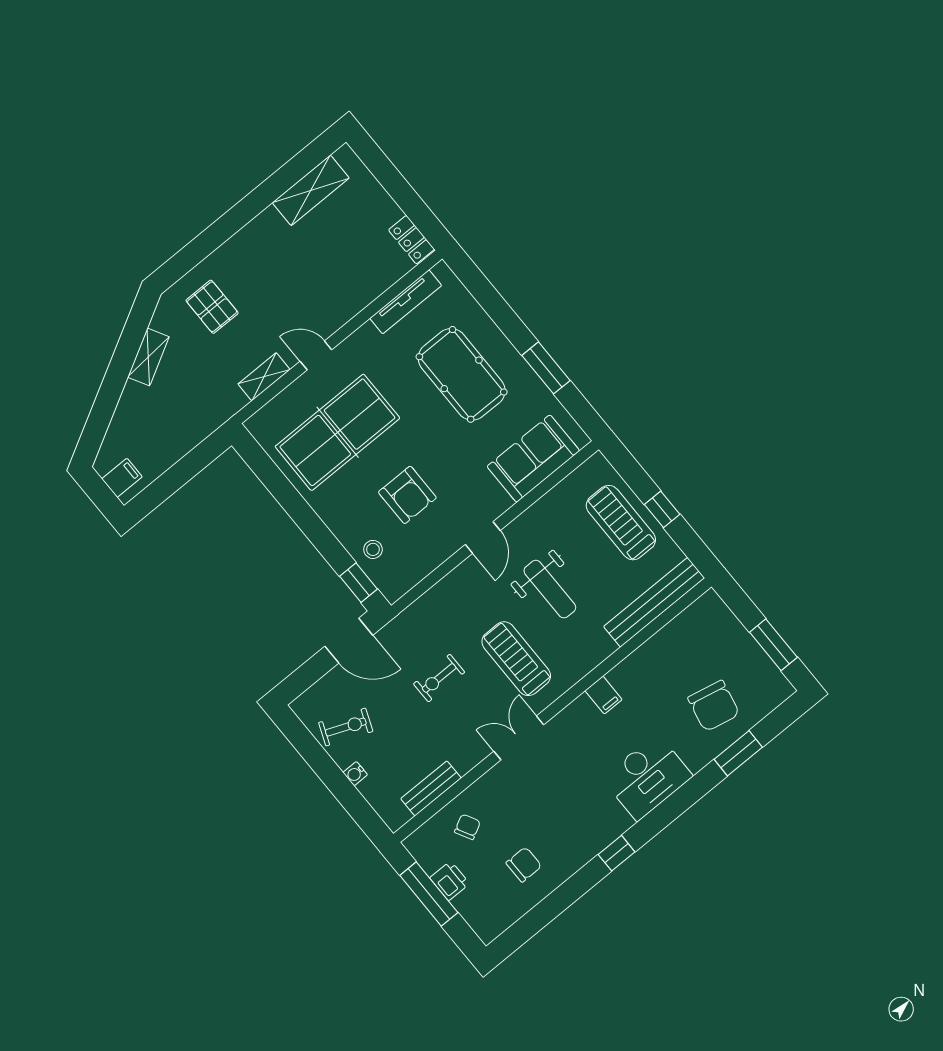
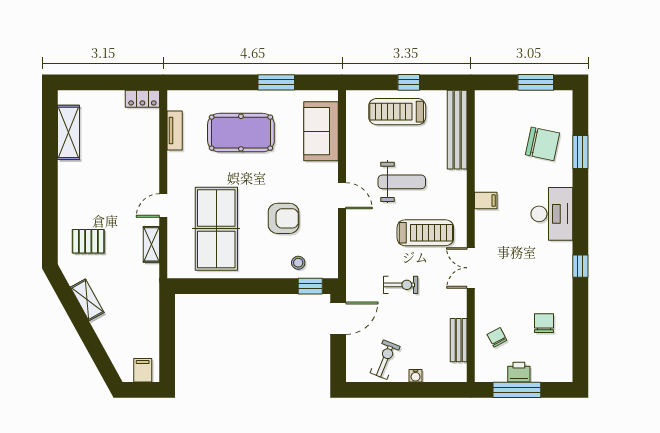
tv unit: (406, 302) -> (175, 131), width x0.71
treadmill: (516, 659) -> (425, 233), turned 180
exercise bike: (439, 678) -> (401, 285), turned -90

